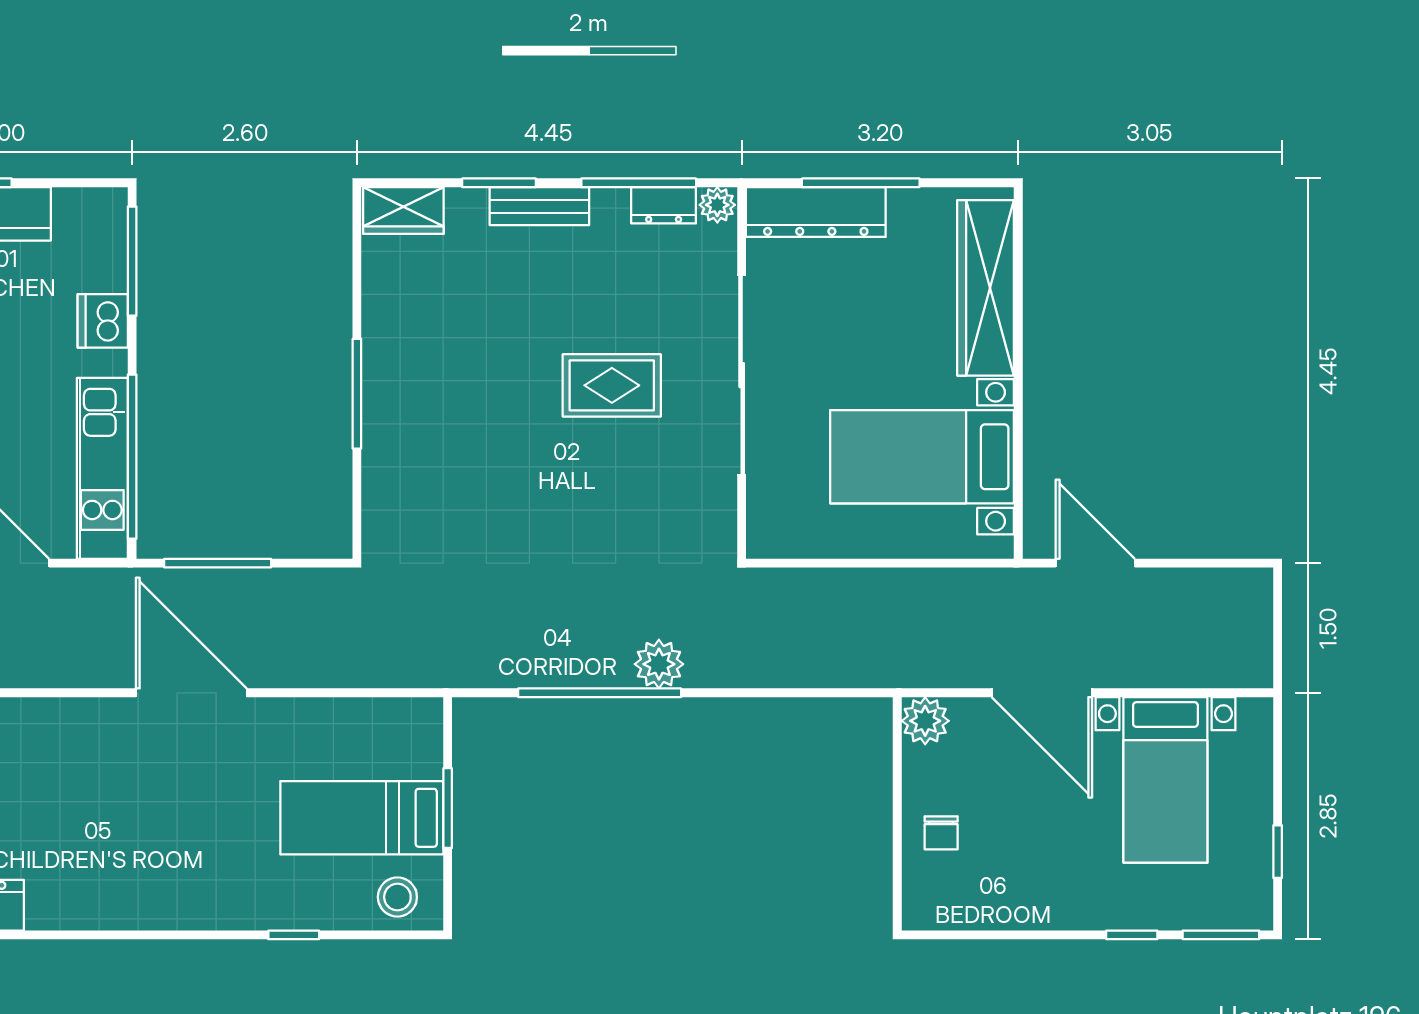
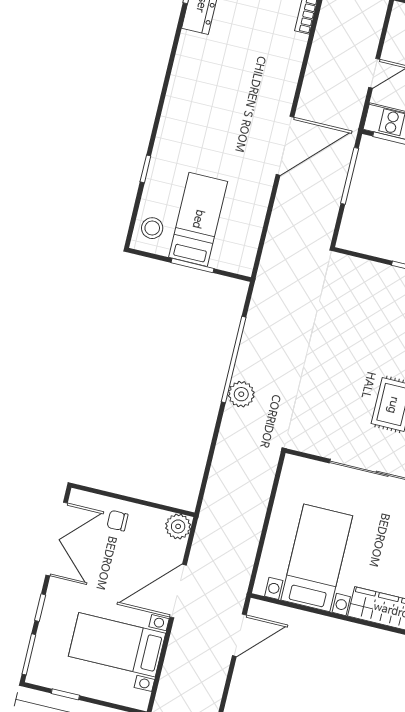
double door: (1001, 935) -> (57, 539), added

